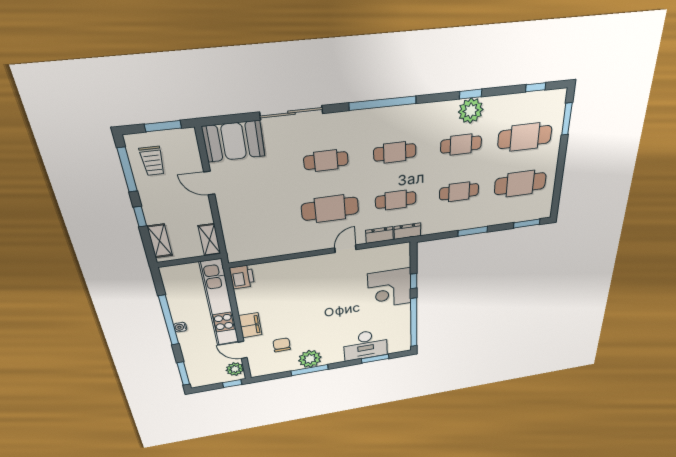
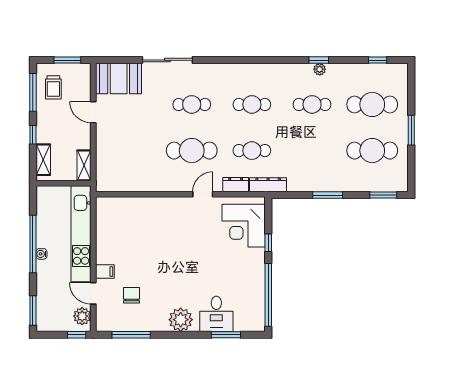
window: (383, 103) -> (243, 60), removed
plant: (471, 111) -> (320, 69), width x0.53, depth x0.53
window: (567, 119) -> (411, 130), moved
cafe table: (459, 192) -> (312, 151), removed
dresser: (407, 231) -> (268, 185), width x1.44
printer: (242, 277) -> (106, 208), removed
corner desk: (390, 288) -> (244, 226), moved
filing cabinet: (250, 325) -> (105, 272), width x0.50
desk: (365, 345) -> (216, 314), width x0.73
plant: (310, 359) -> (181, 320), moved
window: (310, 370) -> (131, 335), moved

